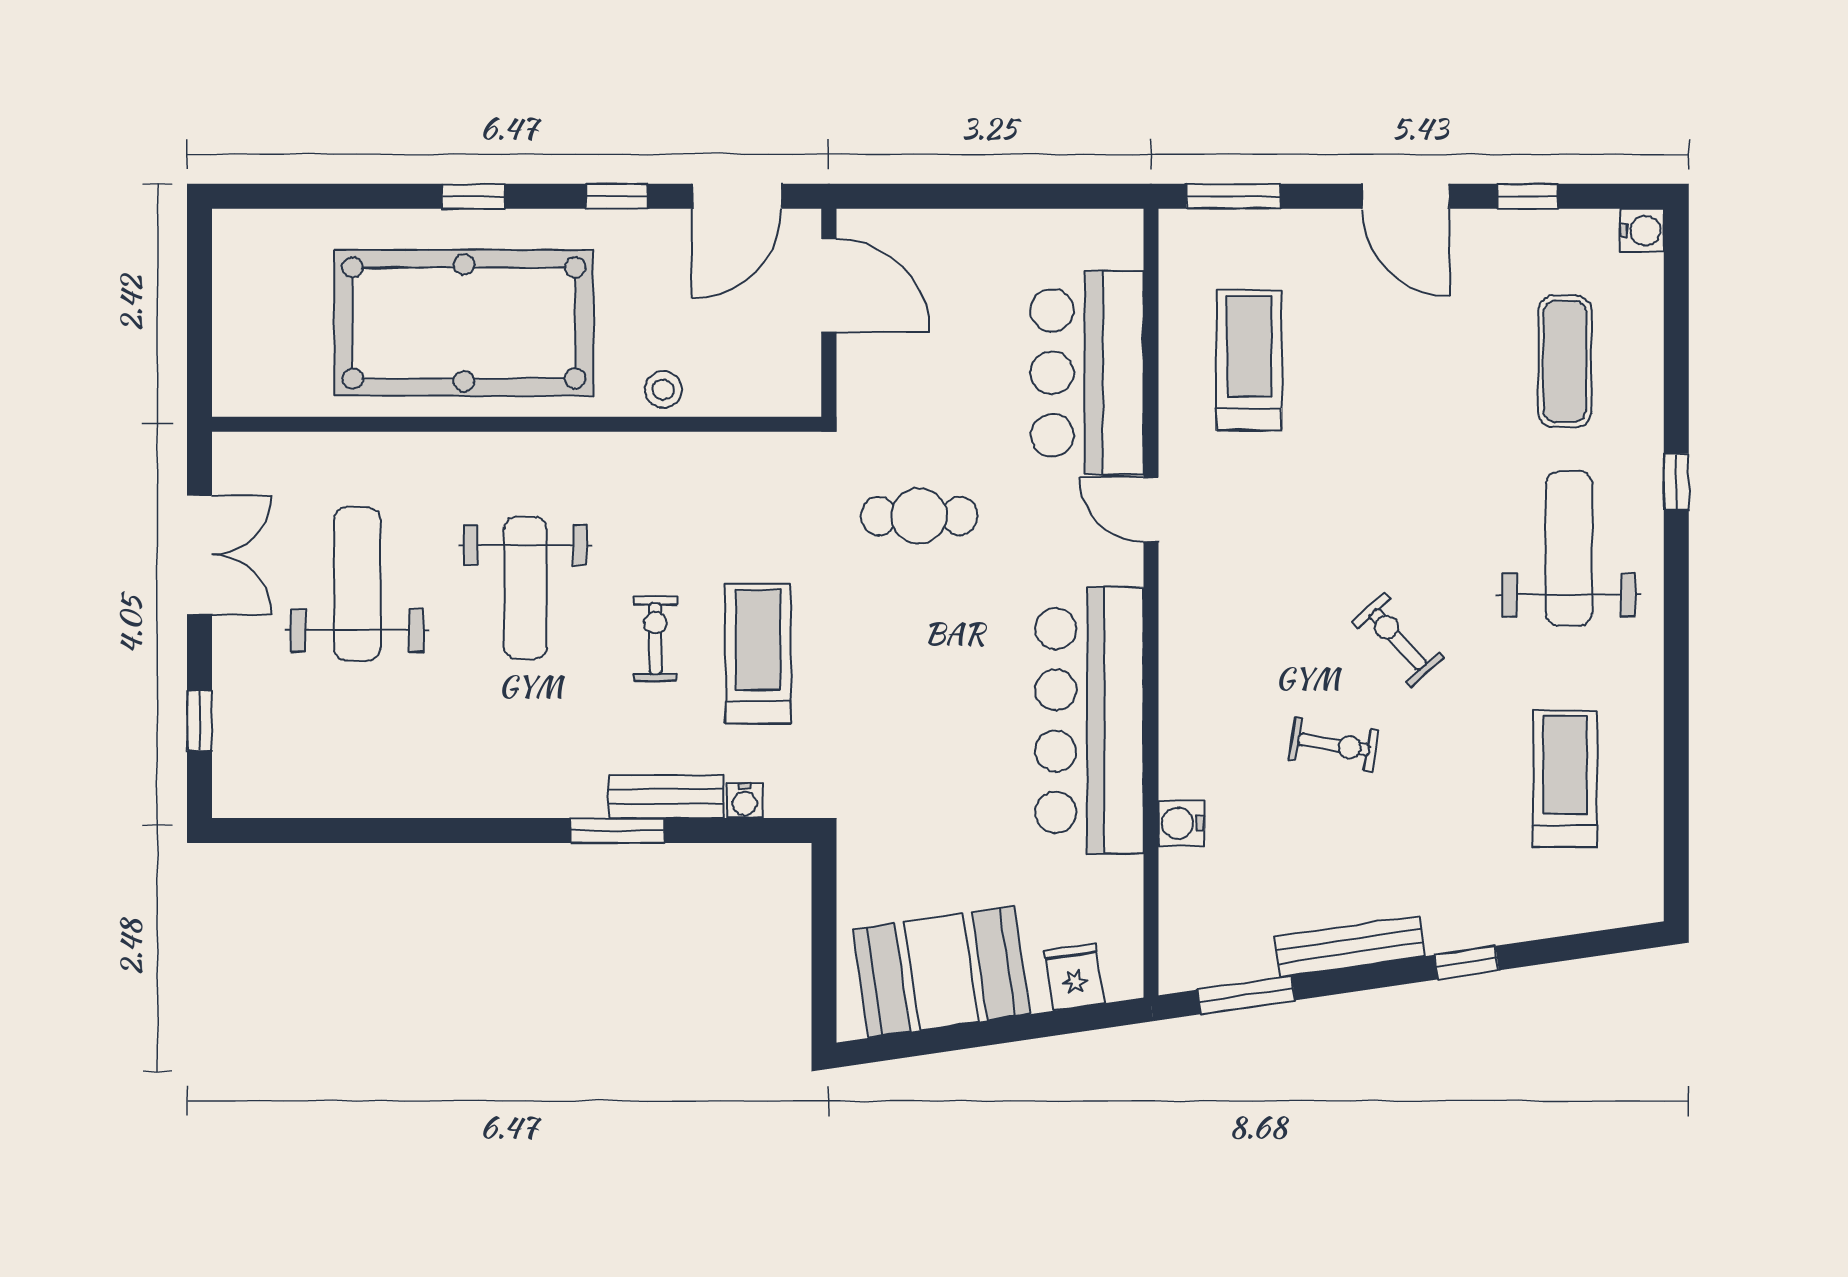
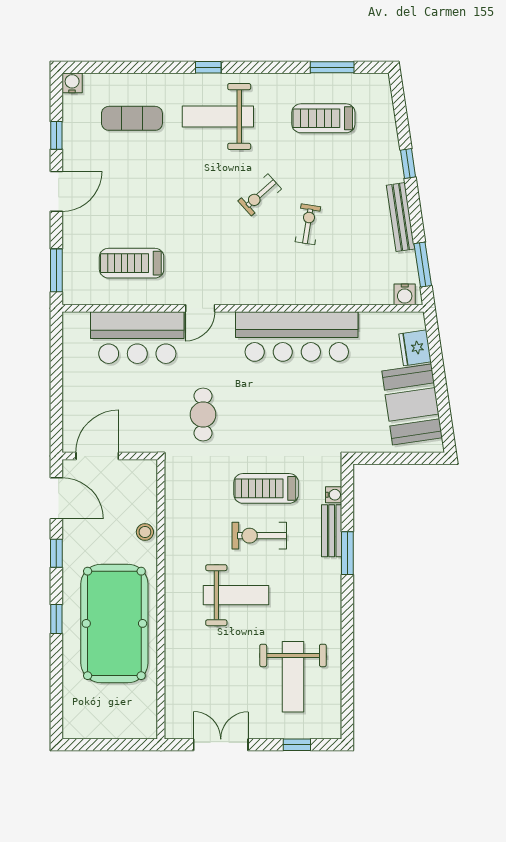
window: (1676, 482) -> (208, 67), moved
weight bench: (357, 584) -> (293, 677), moved, turned -90
exercise bike: (655, 639) -> (259, 536), width x1.38, depth x1.39
window: (1676, 797) -> (332, 67), added
water cooler: (1181, 823) -> (405, 294), moved
fridge: (1074, 977) -> (415, 348), width x1.38

